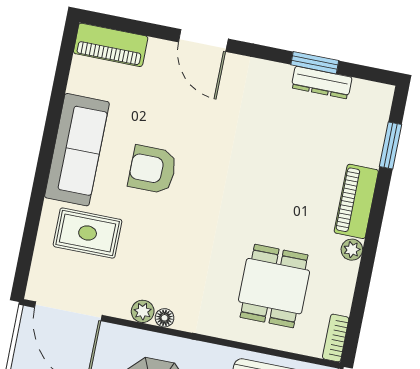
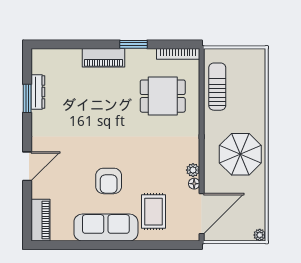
window: (390, 146) -> (134, 44), moved
plant: (352, 250) -> (132, 55), removed
floor lamp: (165, 318) -> (194, 184), moved
bookcase: (336, 338) -> (178, 54), width x1.56

